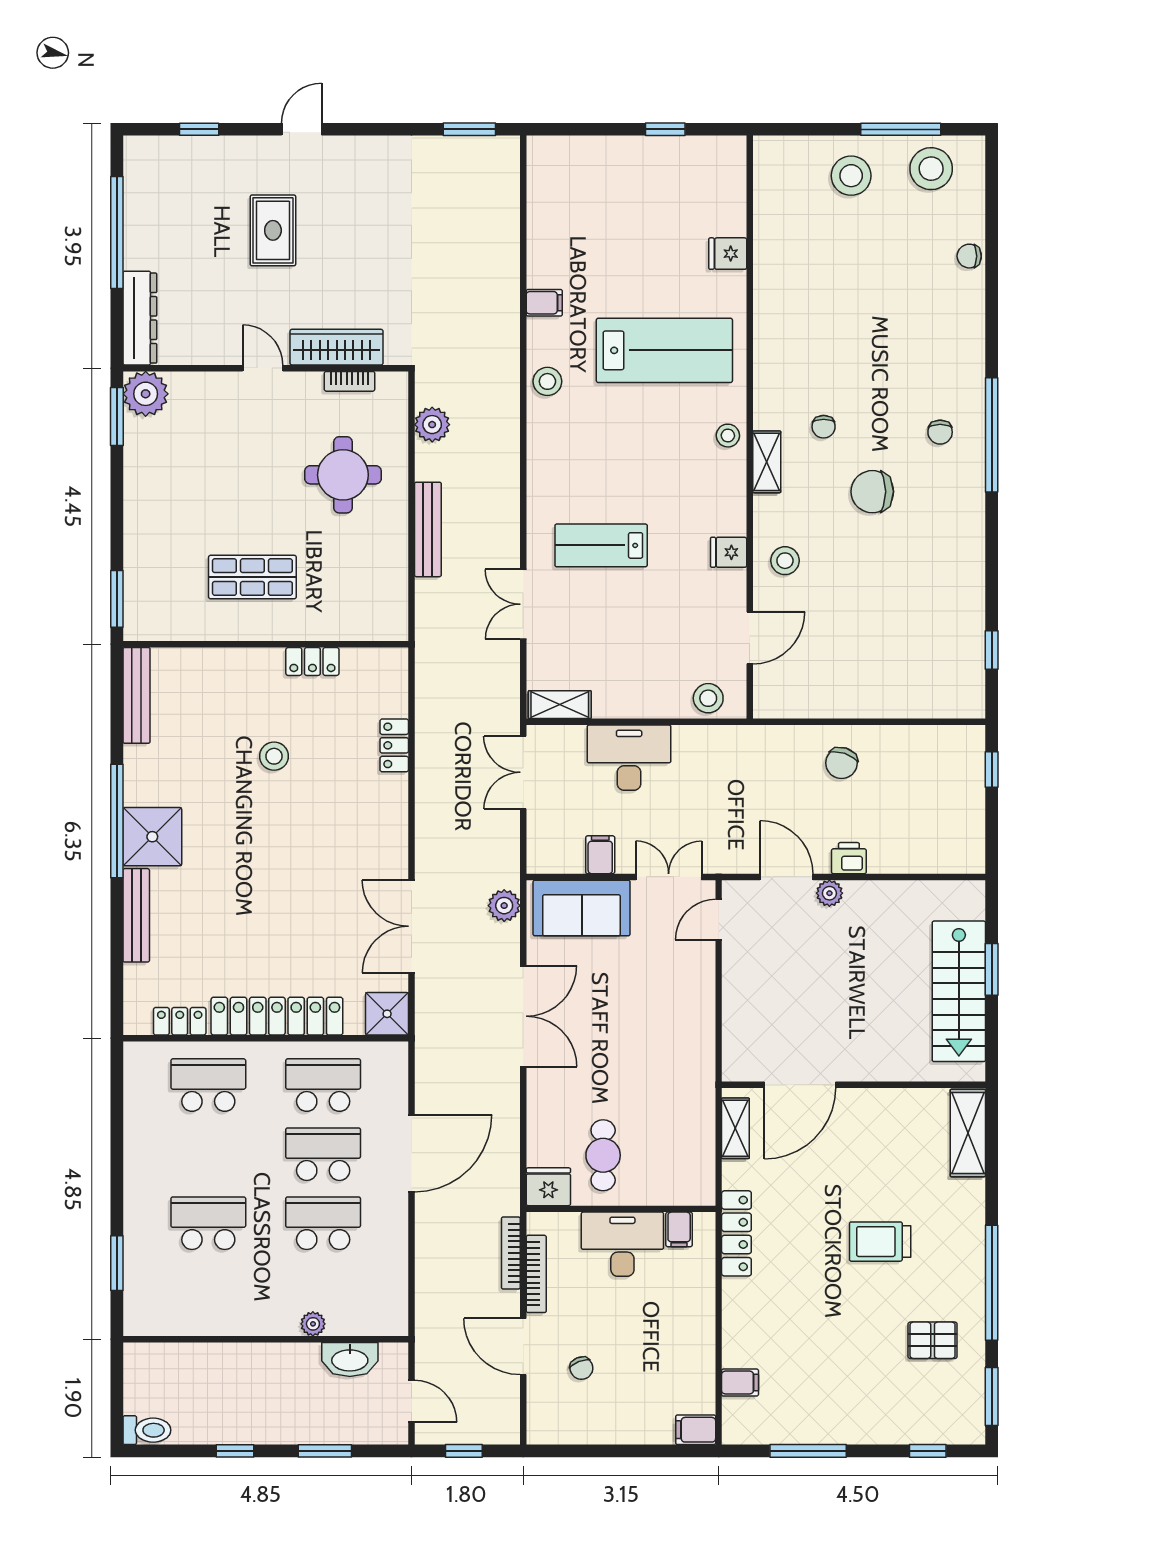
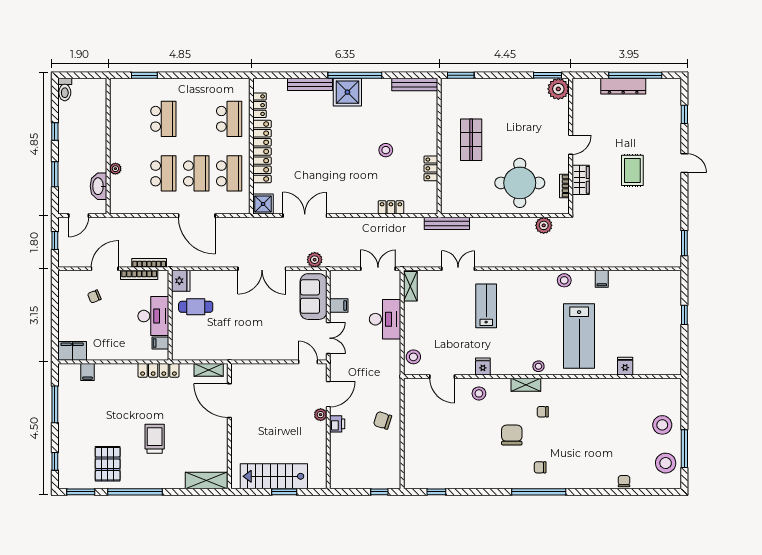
window: (665, 129) -> (684, 315), moved
rug: (273, 230) -> (632, 170), moved, turned 90
dresser: (140, 318) -> (623, 86), moved
wardrobe: (337, 347) -> (581, 180), width x0.67
round table: (343, 475) -> (520, 183), width x1.36, depth x1.36
bench: (428, 529) -> (447, 223), moved
pallet: (933, 1340) -> (108, 464), width x1.50, depth x1.42
filing cabinet: (696, 1430) -> (72, 351), width x2.00

